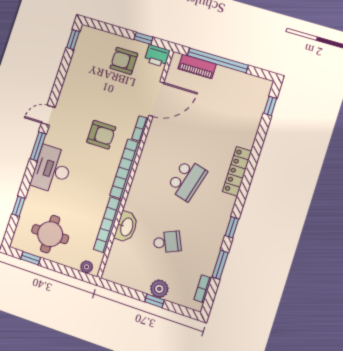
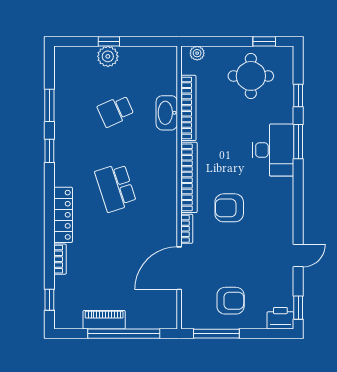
window: (143, 38) -> (216, 334), width x2.17
printer: (157, 56) -> (280, 318), moved
piano: (197, 66) -> (104, 320), moved
door: (48, 115) -> (298, 256), moved
window: (38, 146) -> (298, 142), moved
school desk: (187, 180) -> (116, 187), turned -33
bookcase: (203, 289) -> (60, 259), moved

